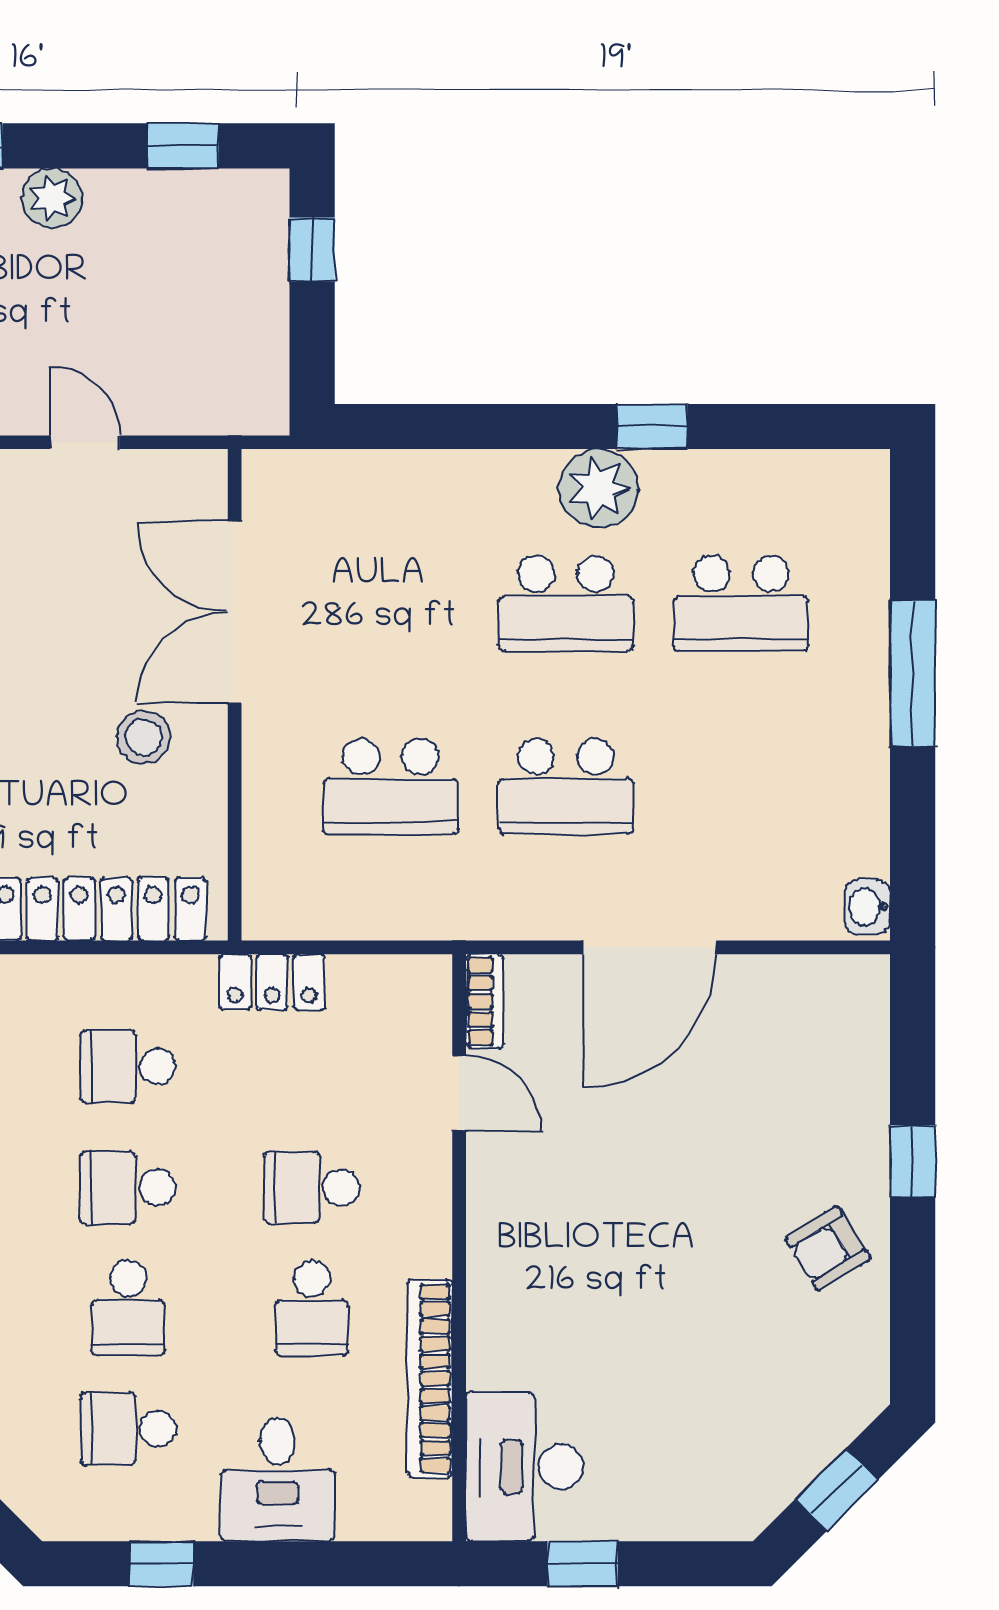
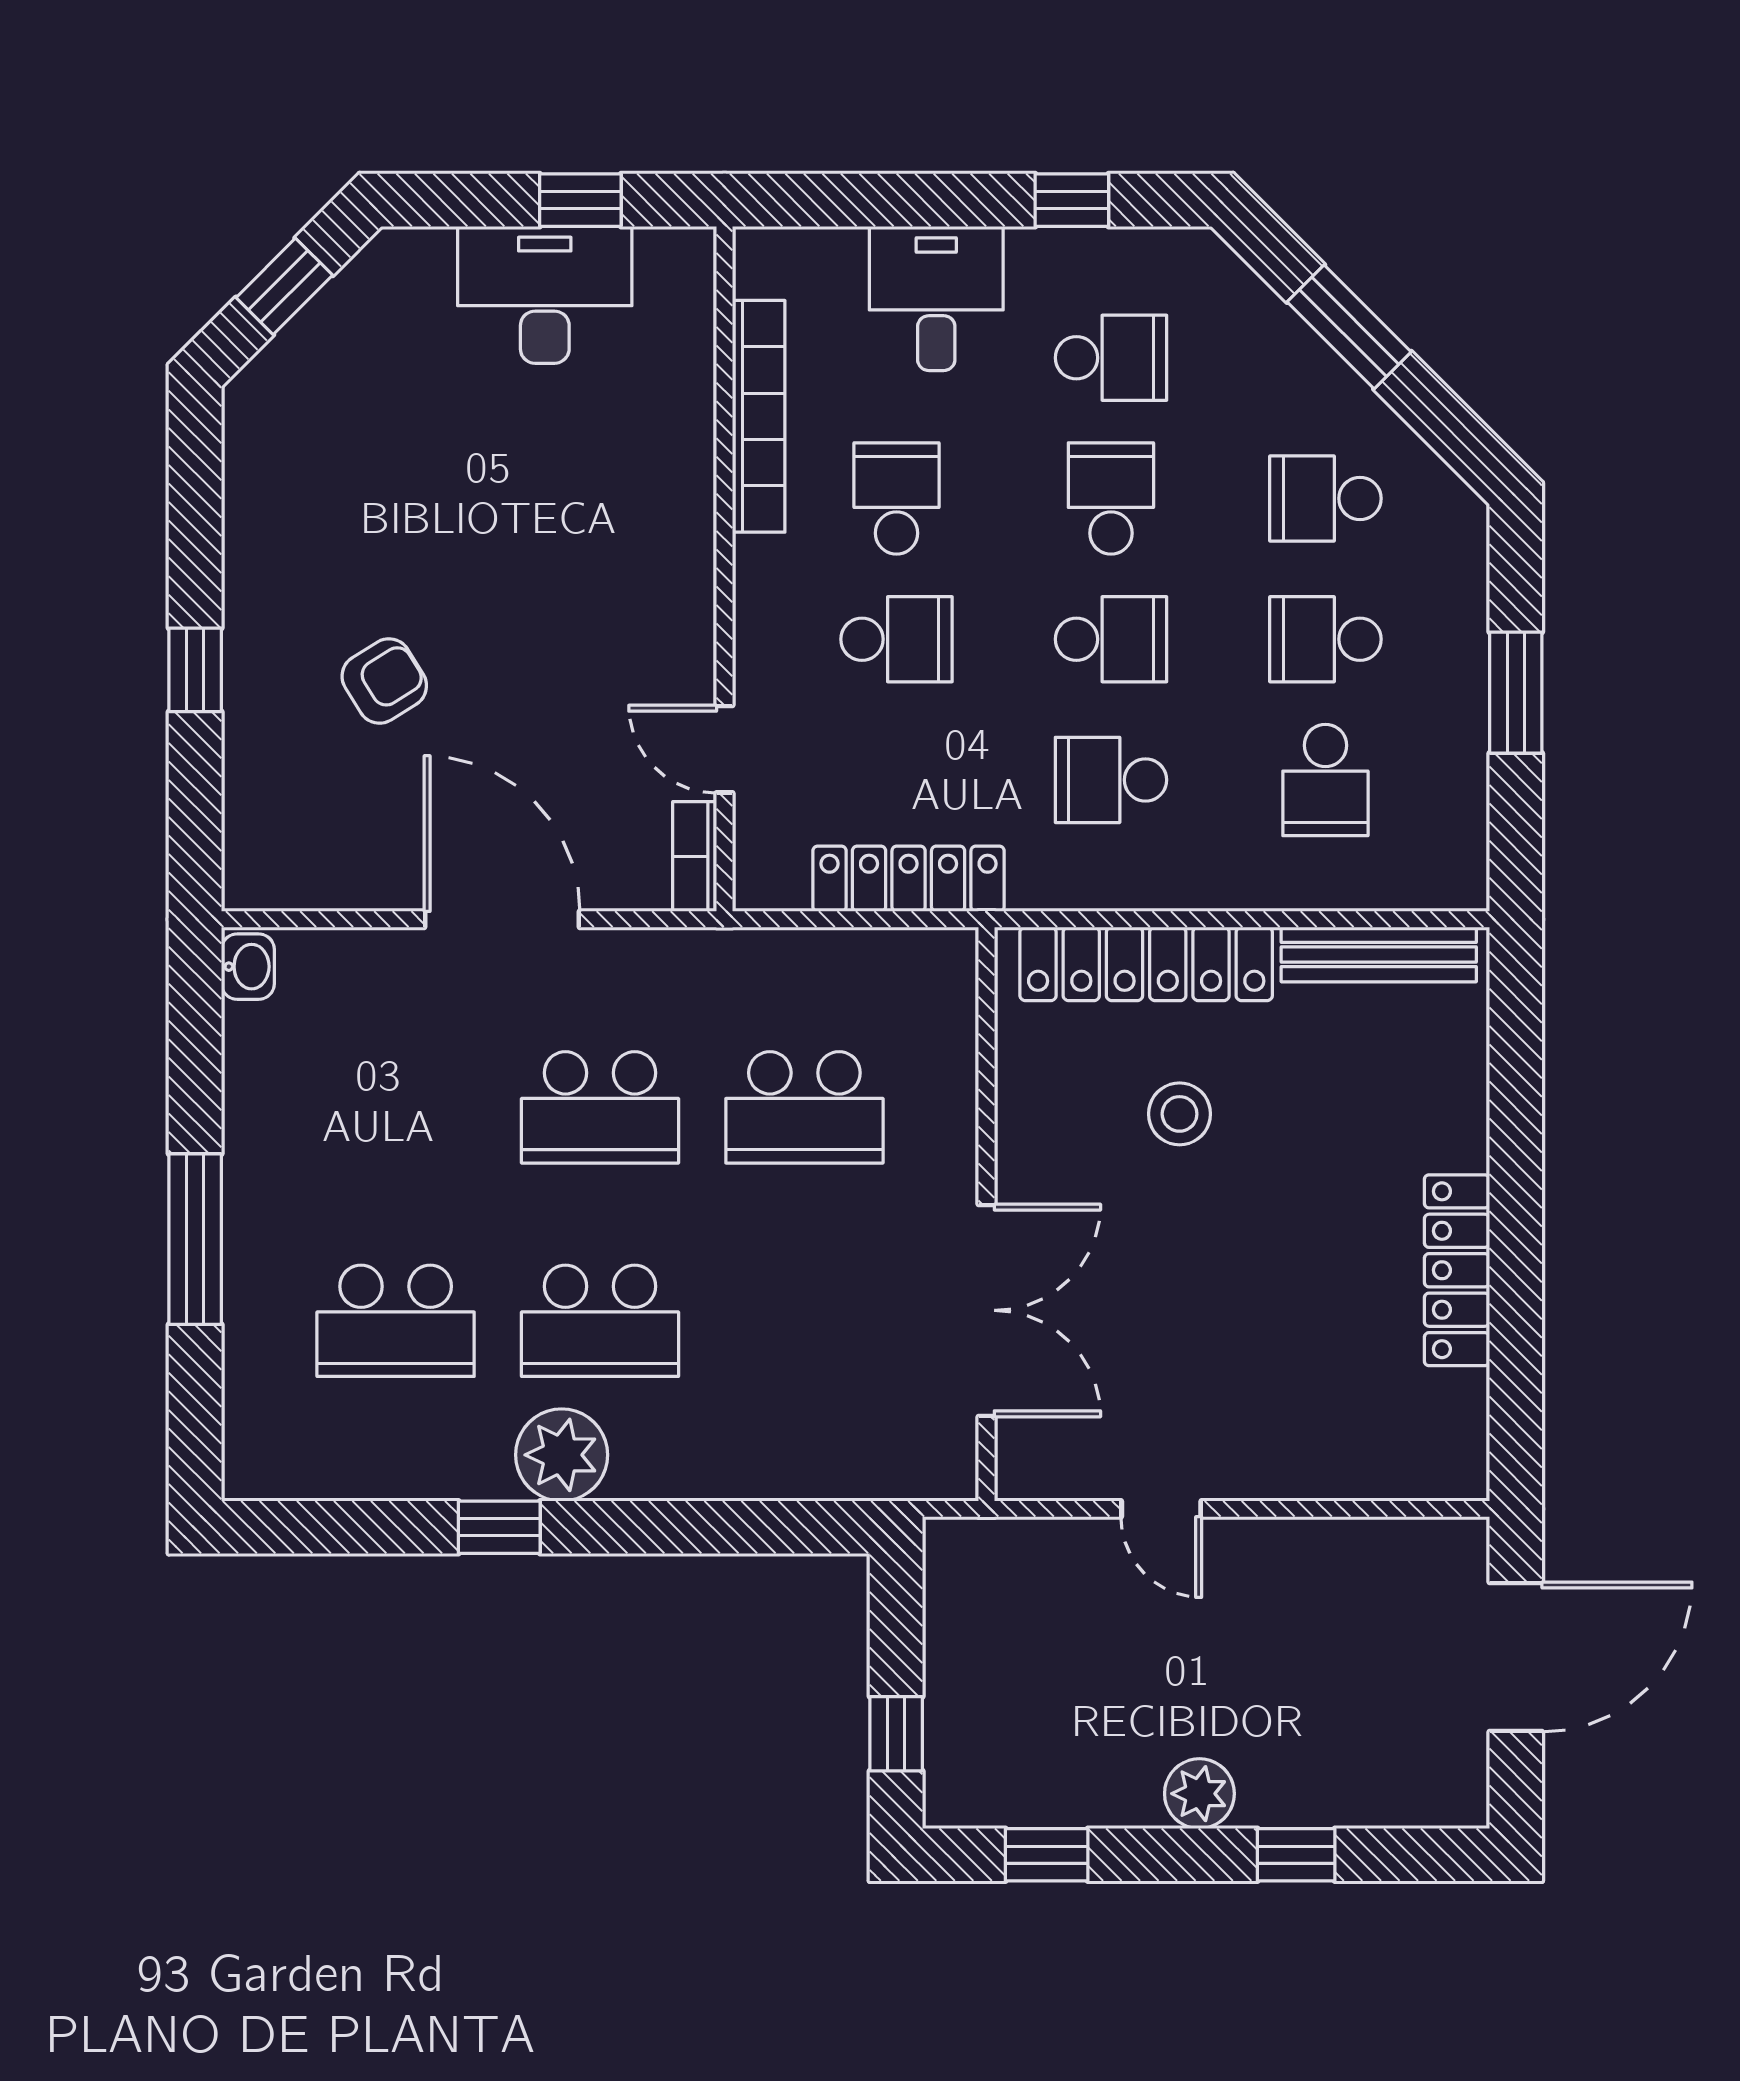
school desk: (566, 603) -> (600, 1321), turned 180
school desk: (741, 603) -> (396, 1321), turned 180
stool: (143, 737) -> (1180, 1114), moved
school desk: (391, 786) -> (804, 1107), turned 180
school desk: (566, 786) -> (600, 1107), turned 180
door: (650, 947) -> (502, 919), hinge flipped
locker: (272, 982) -> (909, 879), width x1.53
school desk: (128, 1067) -> (1111, 780), turned 180
armchair: (828, 1248) -> (384, 681), moved
desk: (525, 1467) -> (545, 295), moved, turned -90

